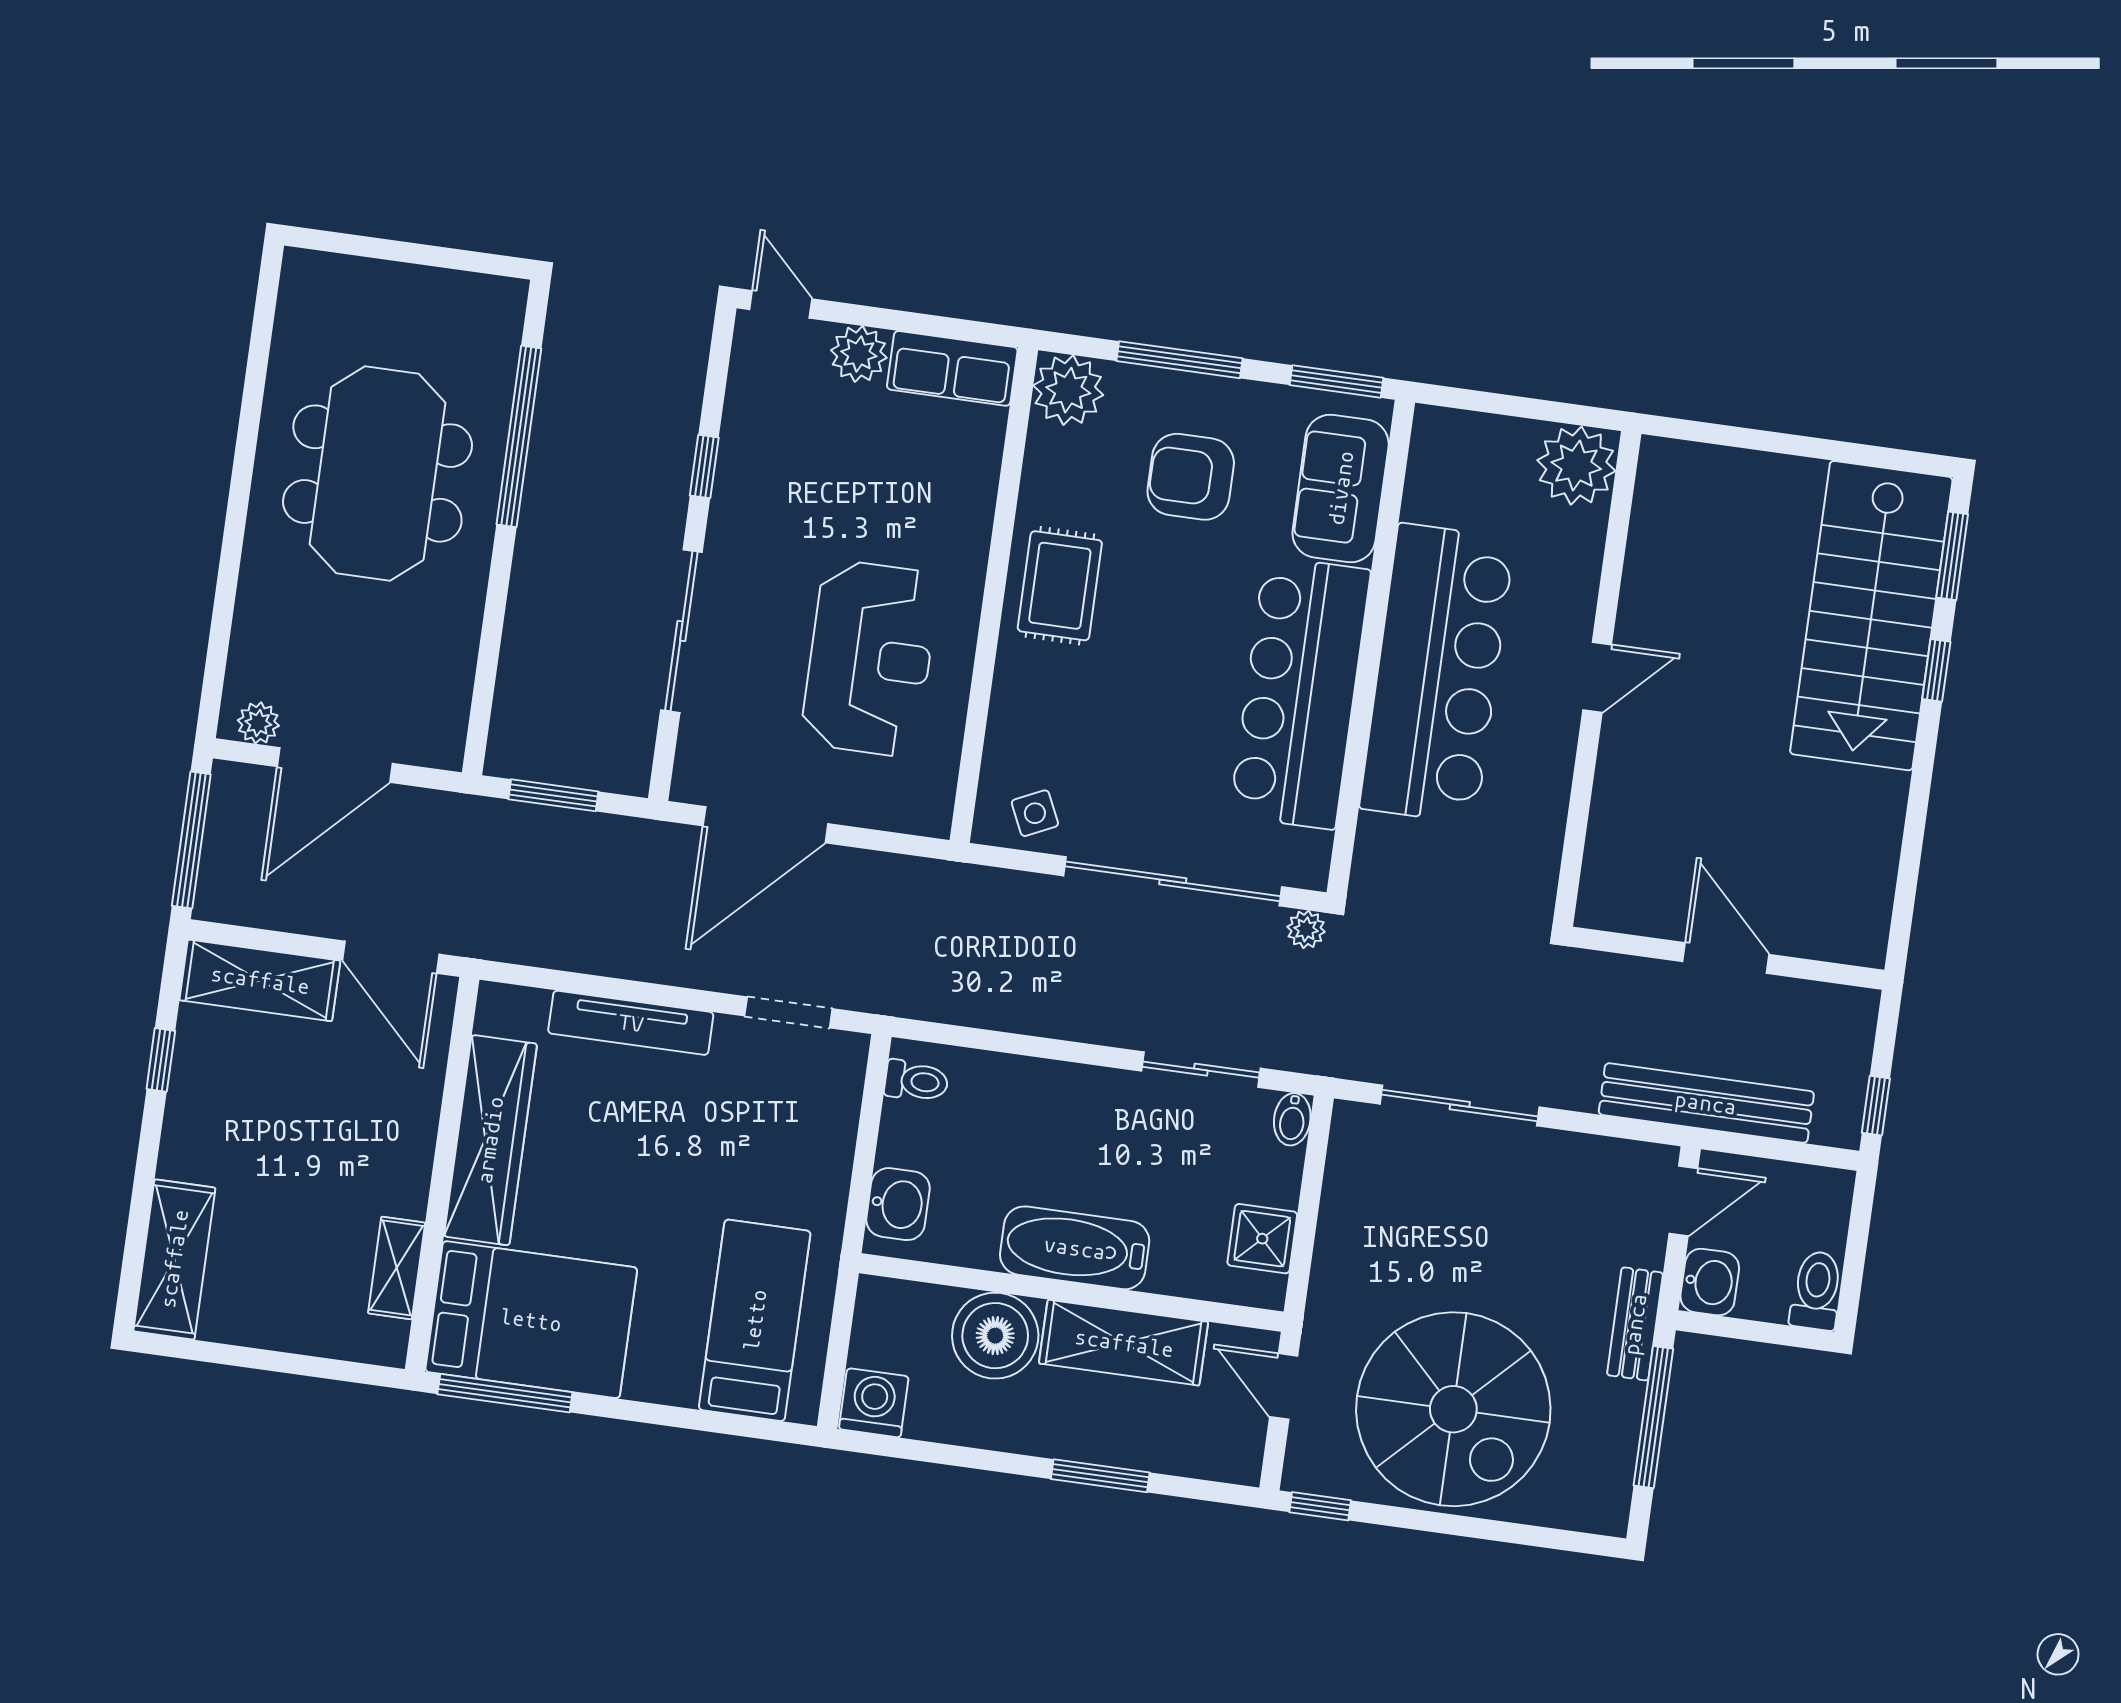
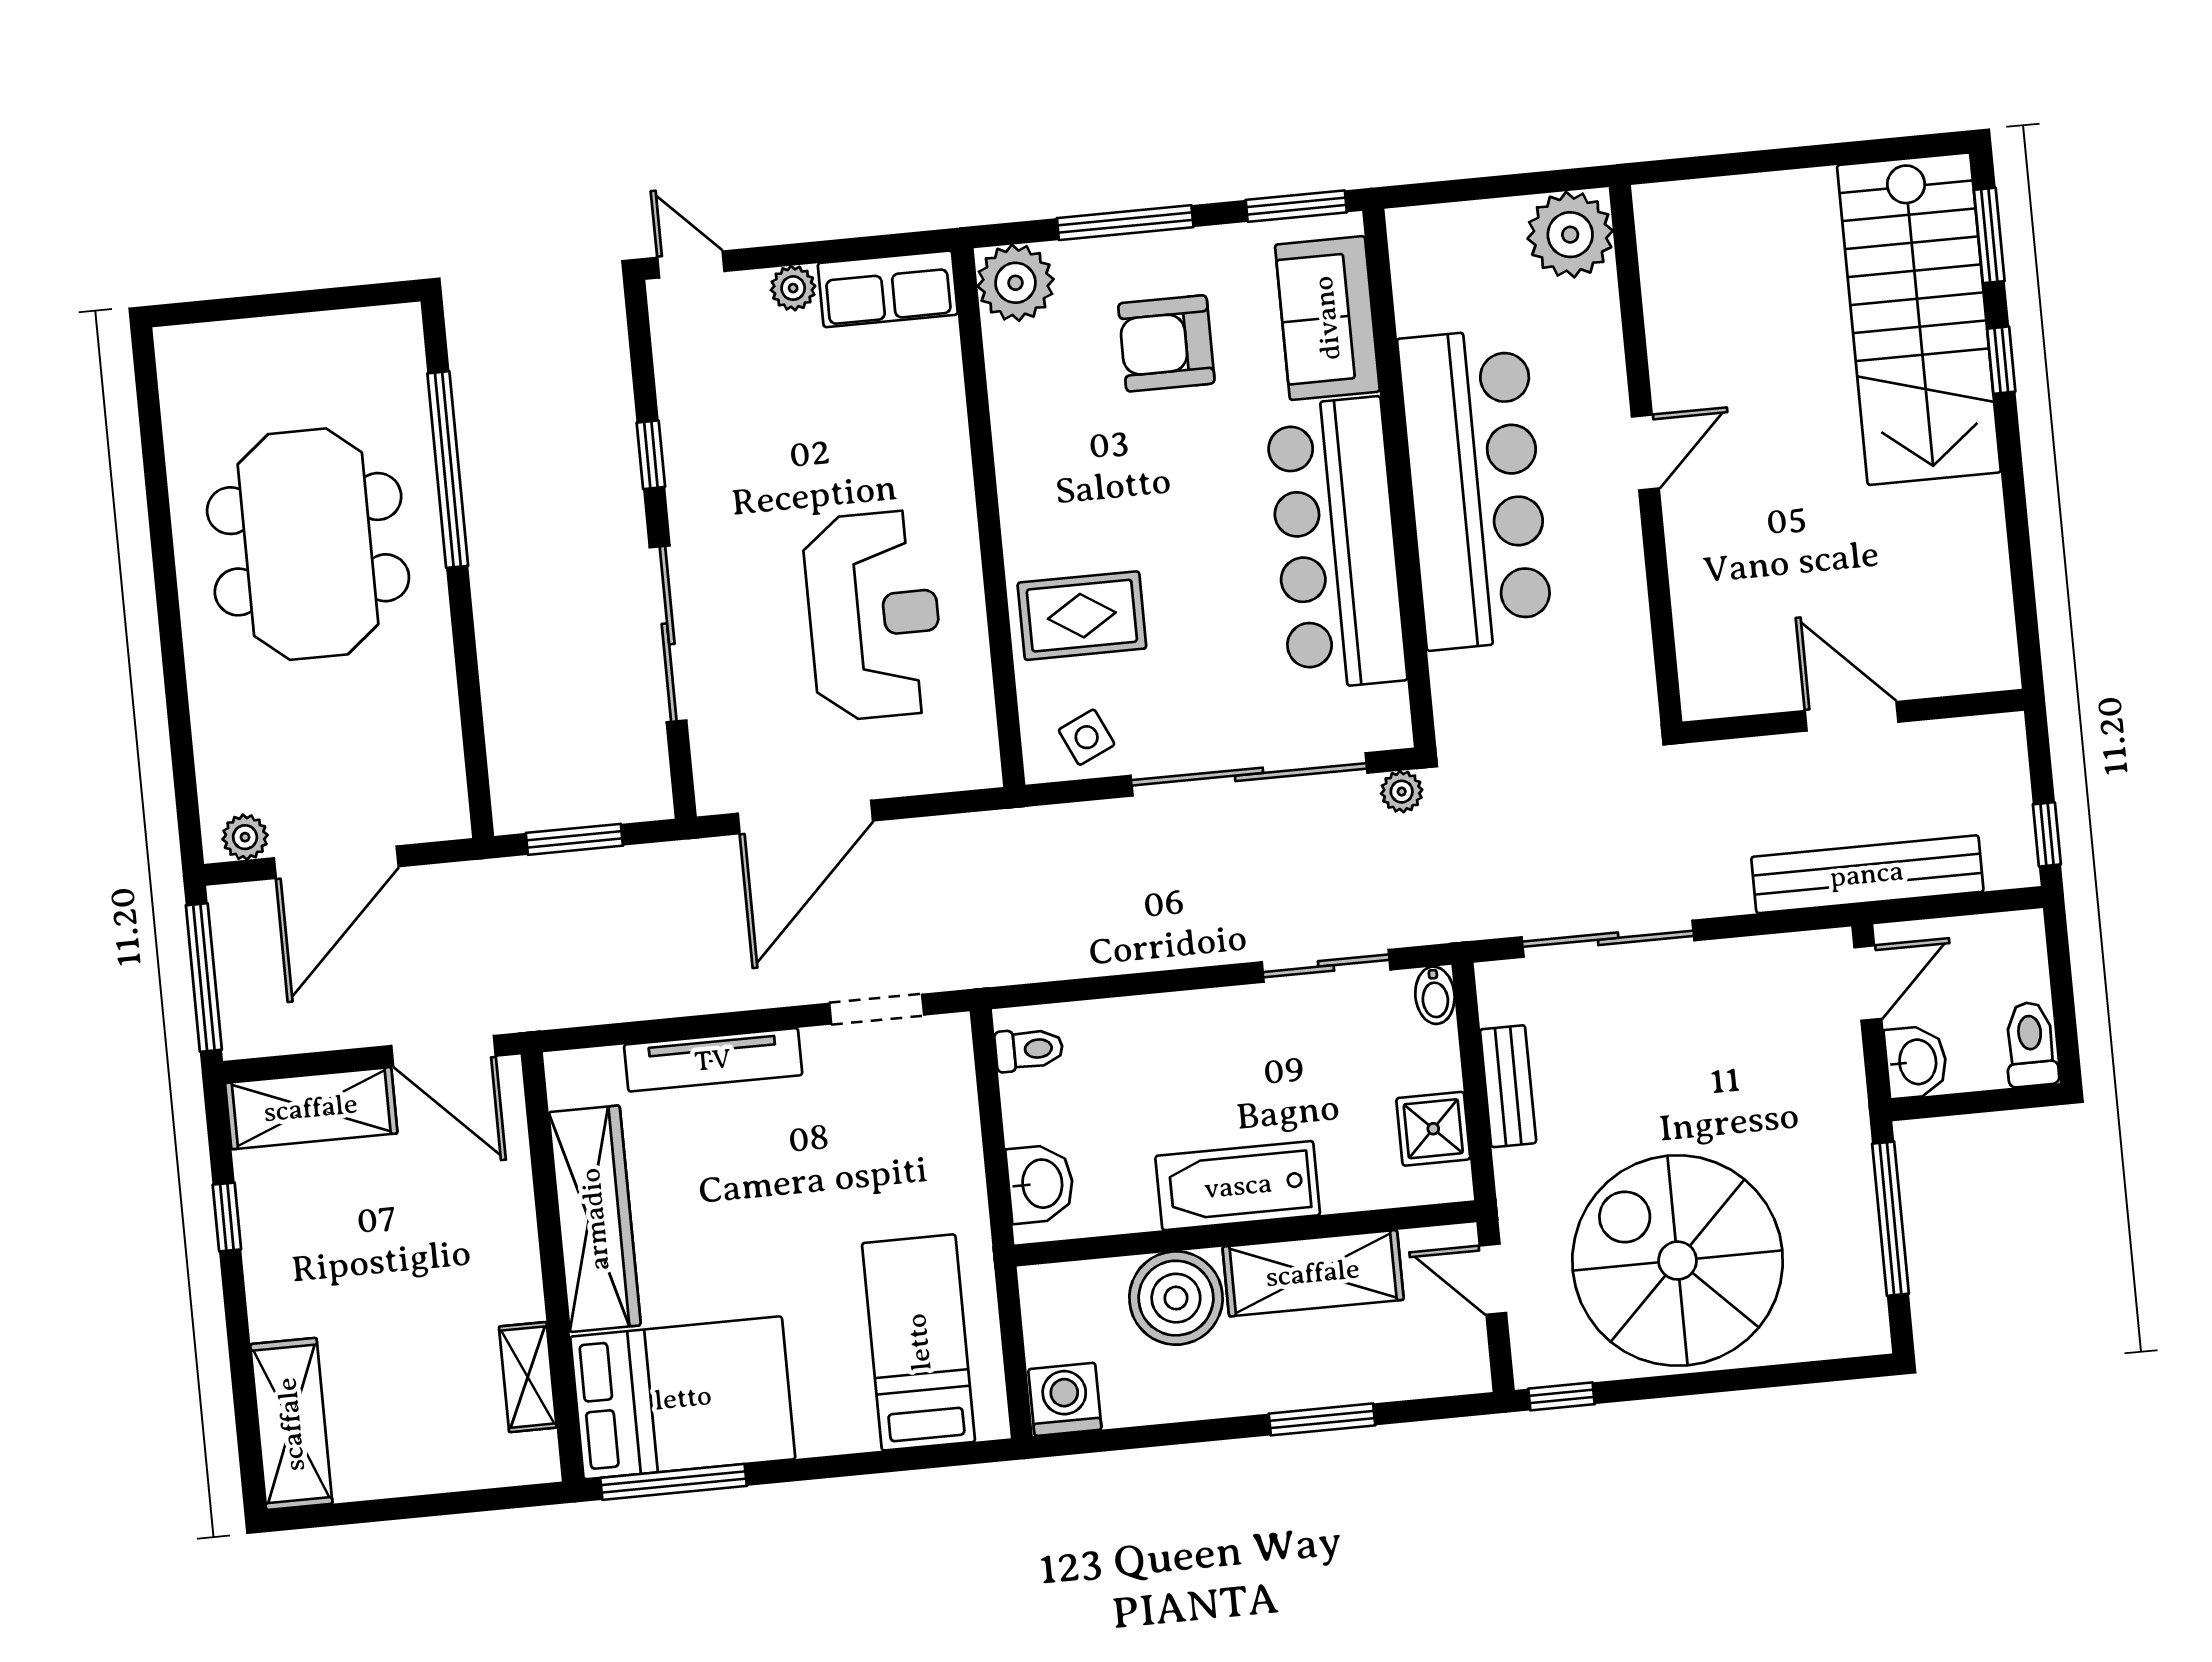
plant: (859, 354) -> (793, 288), width x0.73, depth x0.73
rug: (1060, 586) -> (1082, 616), moved, turned 90
bench: (1635, 1324) -> (1508, 1086), moved
spiral stairs: (1453, 1409) -> (1678, 1261), turned 180

